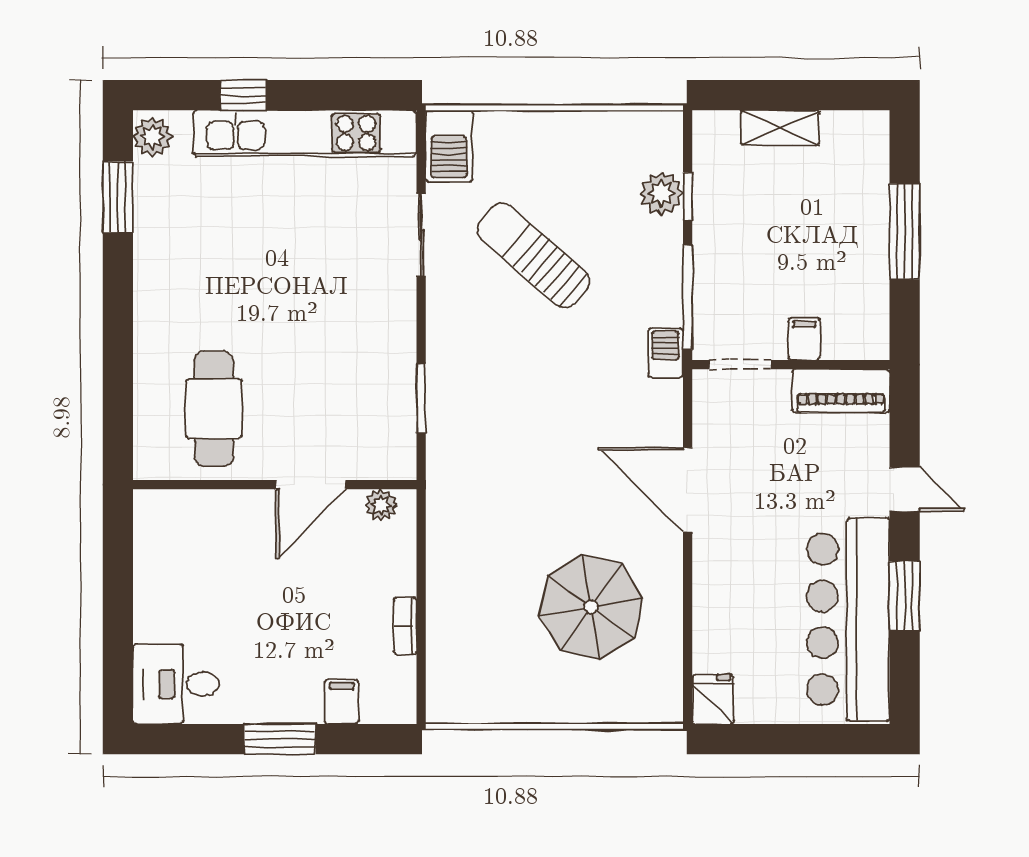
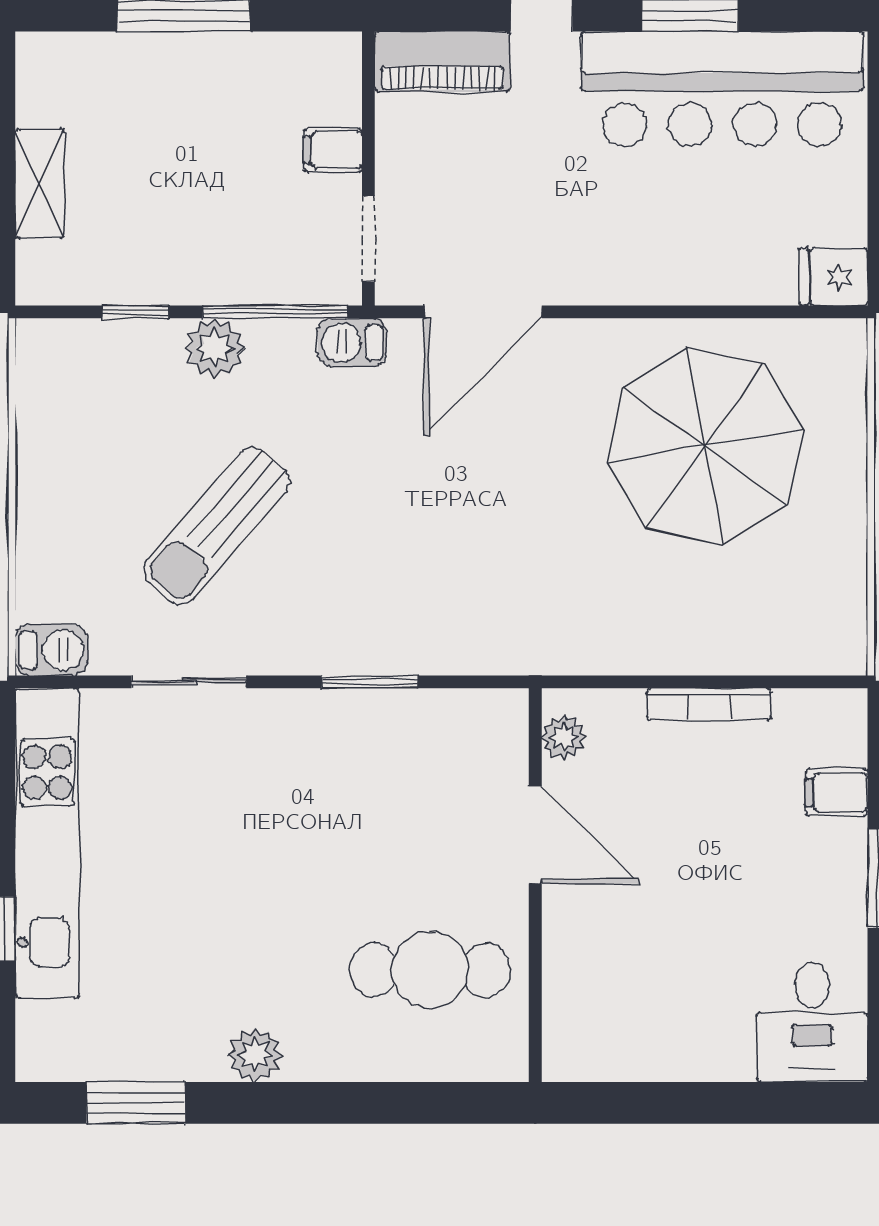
plant: (152, 137) -> (255, 1055), moved
barbecue: (449, 146) -> (51, 650), width x0.73, depth x0.79
plant: (661, 193) -> (215, 348), moved
piano: (841, 391) -> (442, 62), moved, turned 90
window: (421, 398) -> (370, 682), moved
door: (688, 490) -> (483, 312), moved
parasol: (591, 607) -> (705, 446), width x1.36, depth x1.36
bookcase: (405, 626) -> (709, 704), width x1.56

